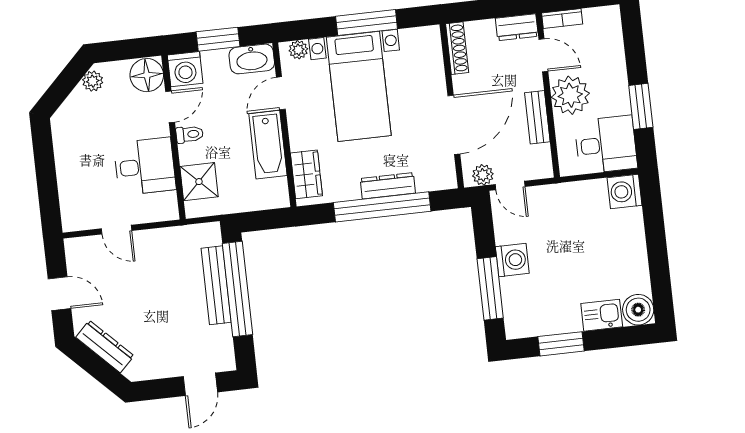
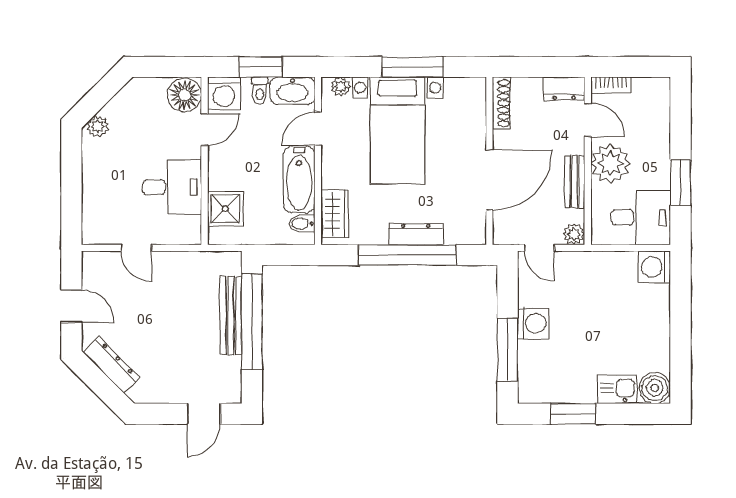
plant: (93, 81) -> (98, 126), moved
toilet: (190, 134) -> (260, 90), moved, turned 90
plant: (483, 175) -> (574, 234), moved
bidet: (276, 188) -> (302, 224), added

